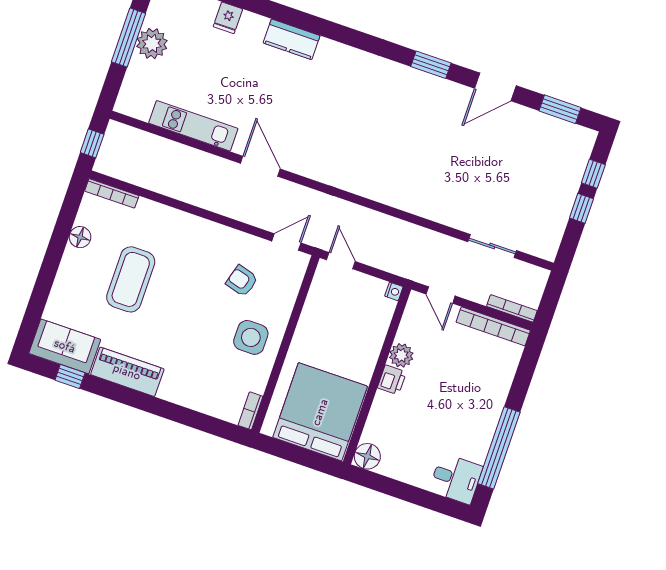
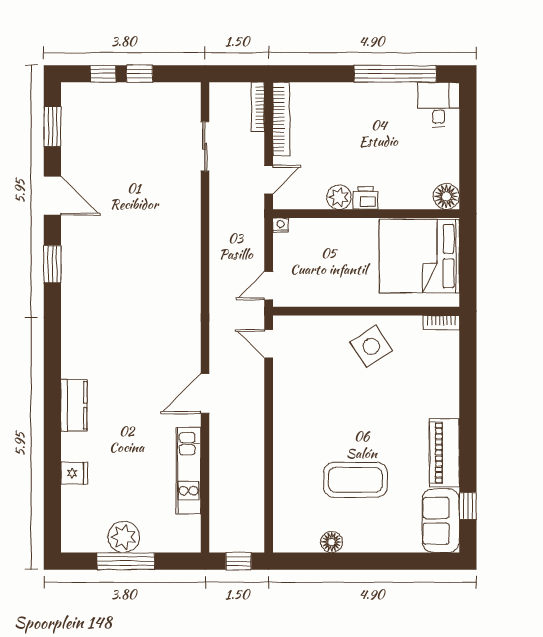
bookcase: (112, 193) -> (280, 526), removed
armchair: (242, 281) -> (320, 373), removed
side table: (251, 337) -> (371, 346), turned -33

